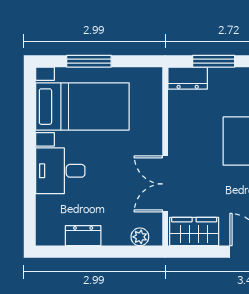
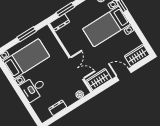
window: (89, 61) -> (27, 34), moved
double door: (165, 184) -> (77, 68), swing flipped

